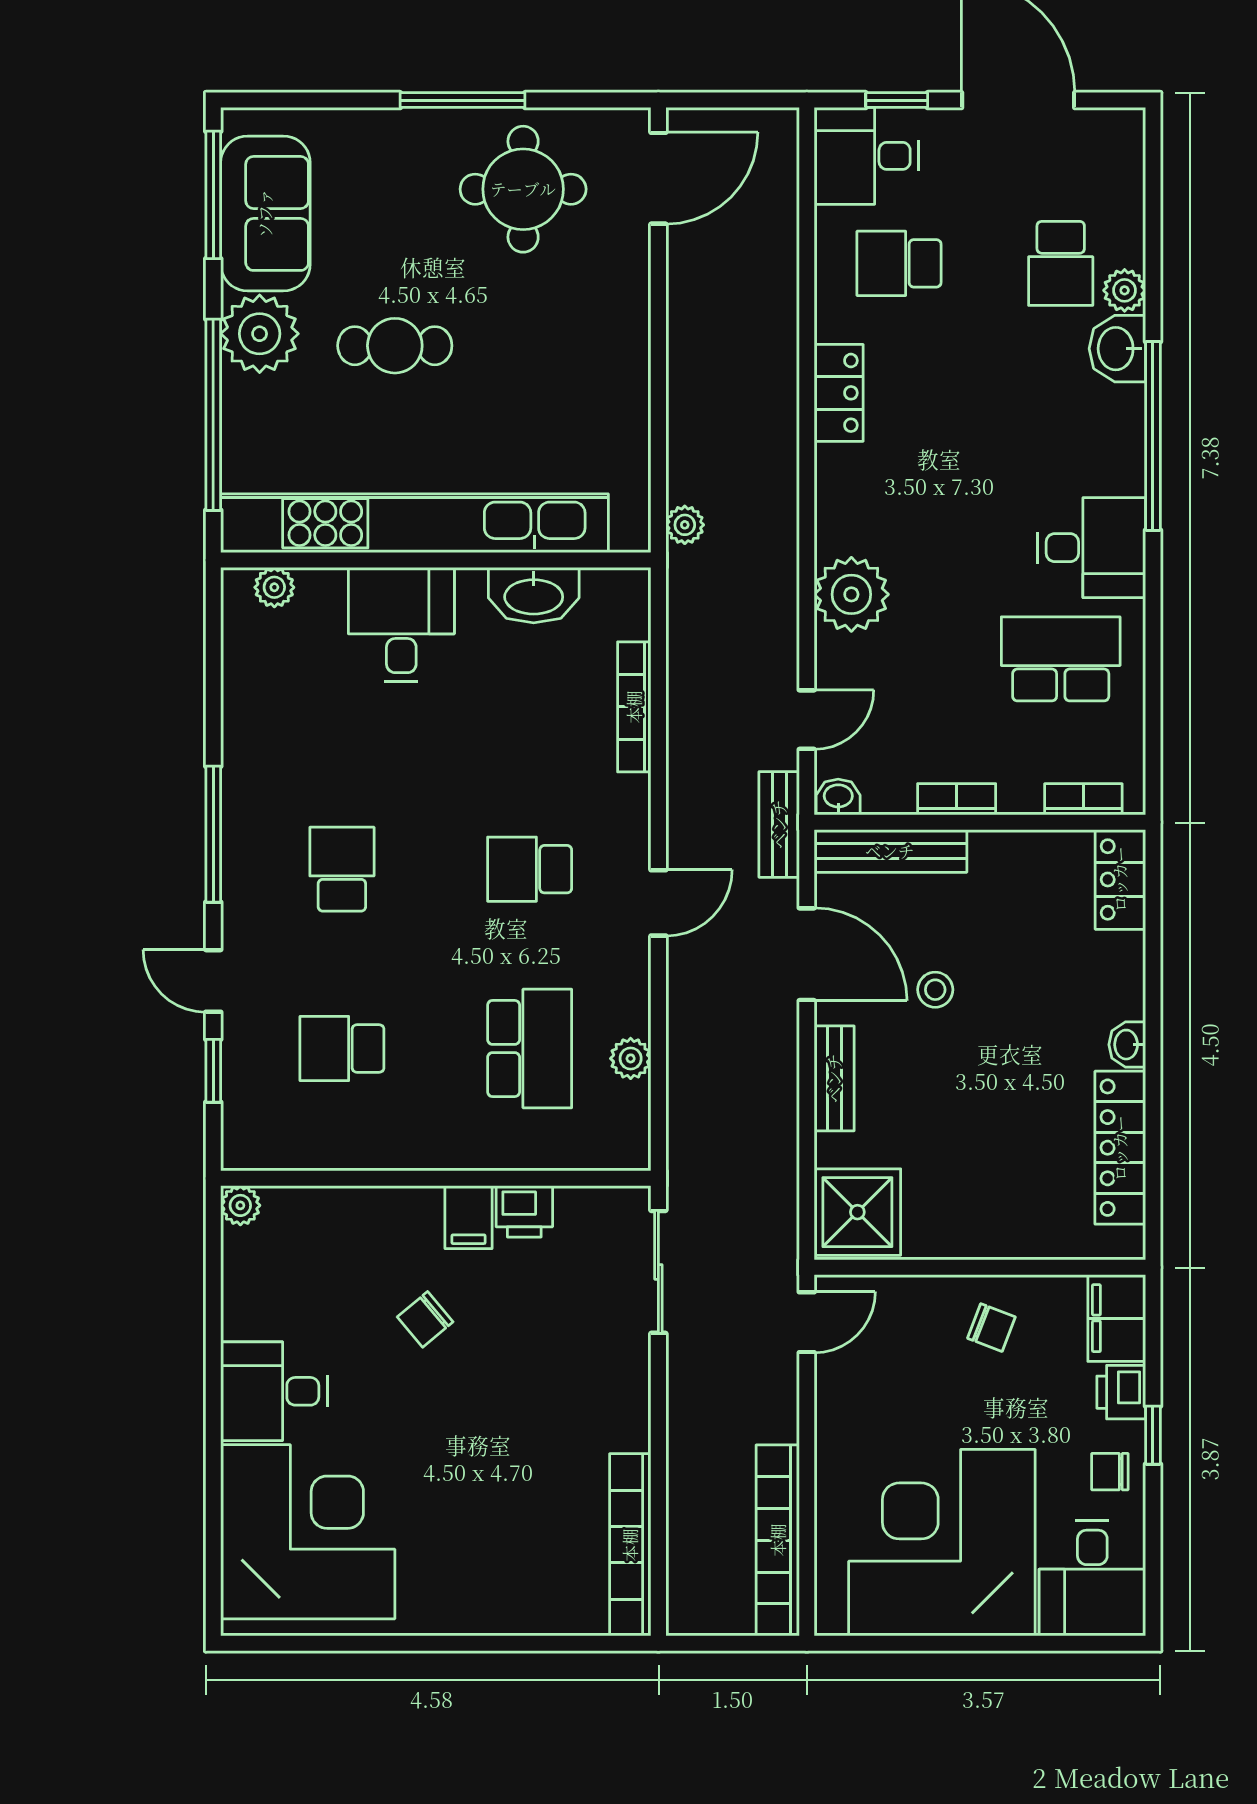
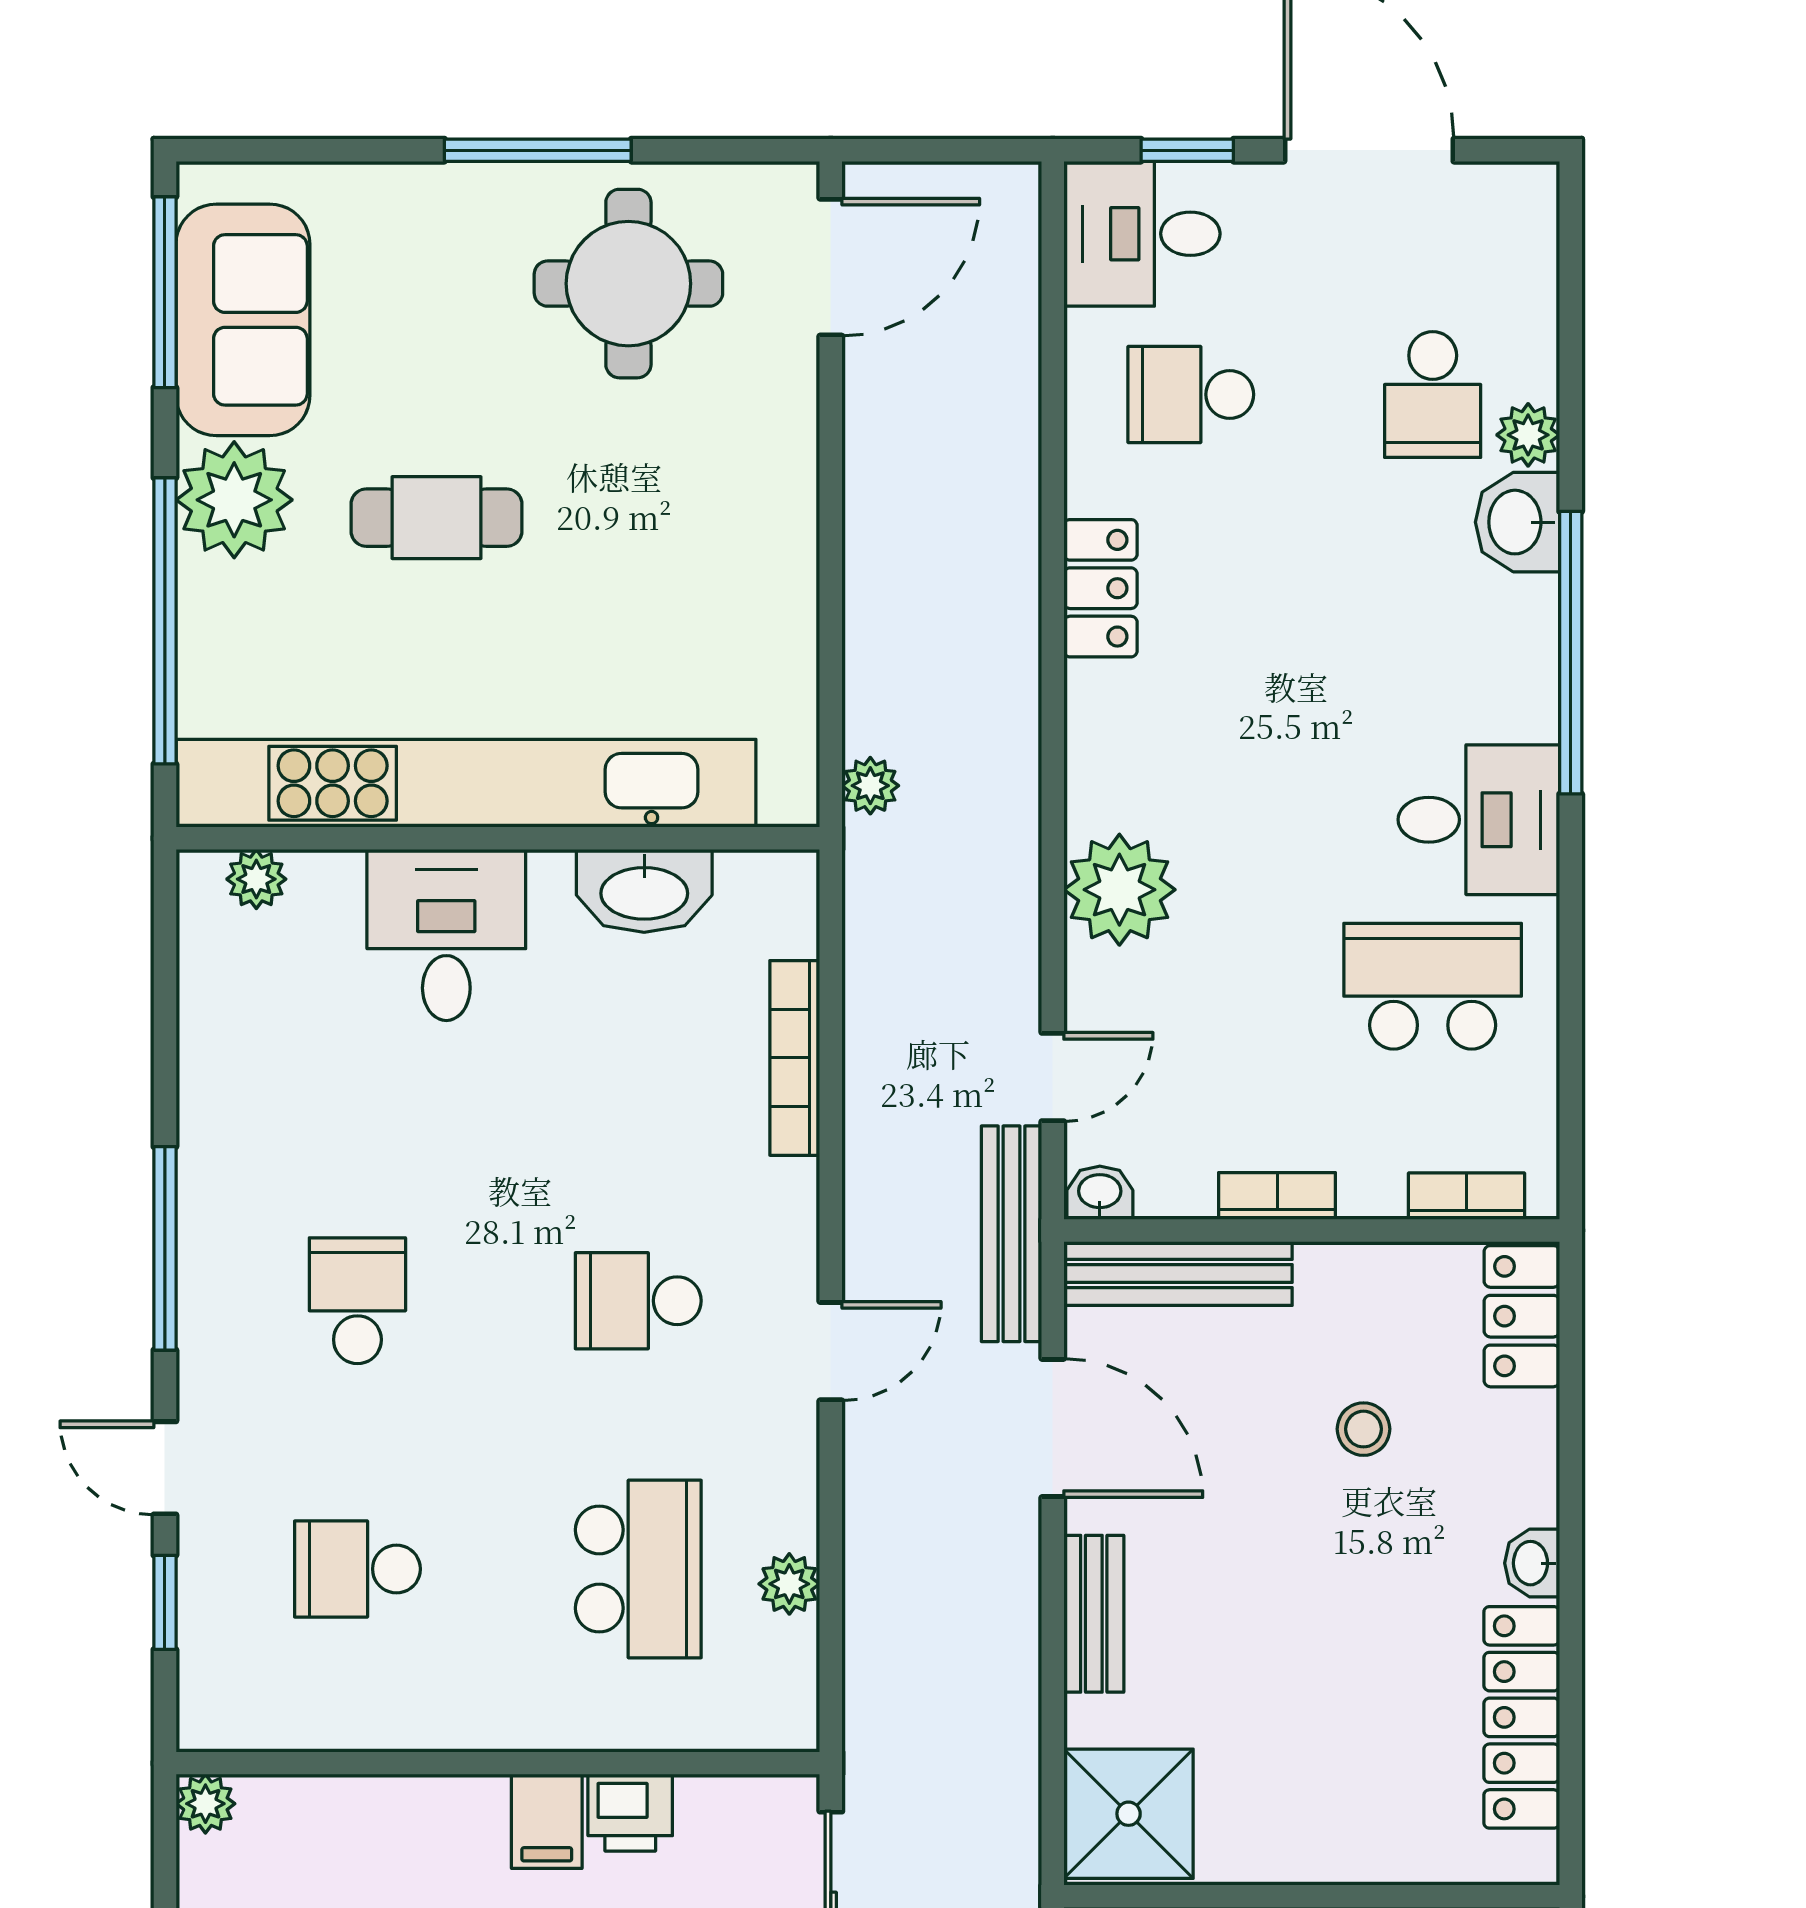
bench: (779, 824) -> (1011, 1234), width x1.36
stool: (935, 990) -> (1363, 1429), moved

